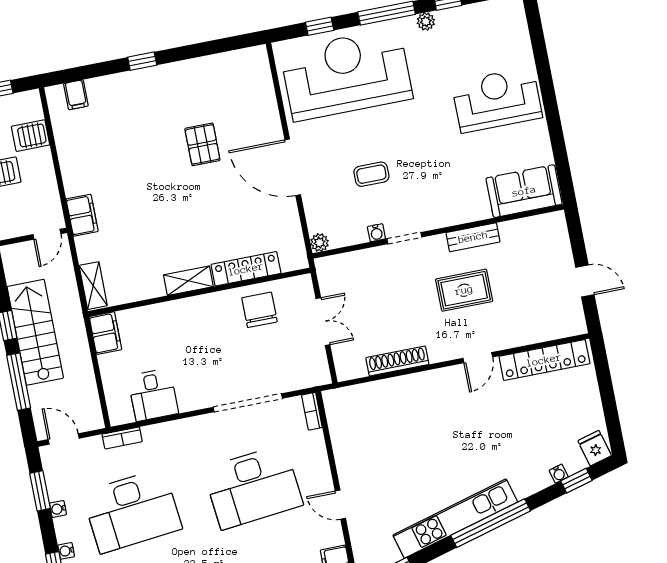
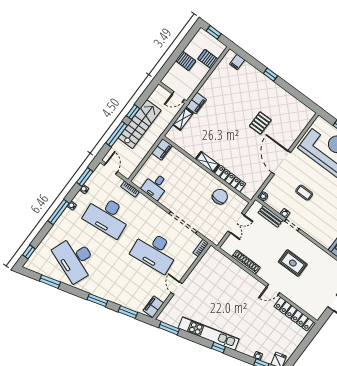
bench: (473, 237) -> (270, 216), moved
shelving: (93, 286) -> (183, 119), moved
window: (491, 523) -> (218, 348), width x0.32

